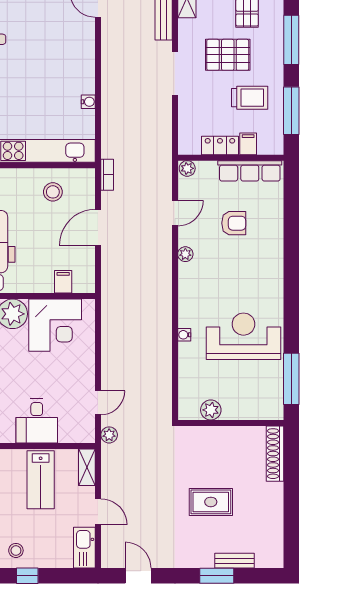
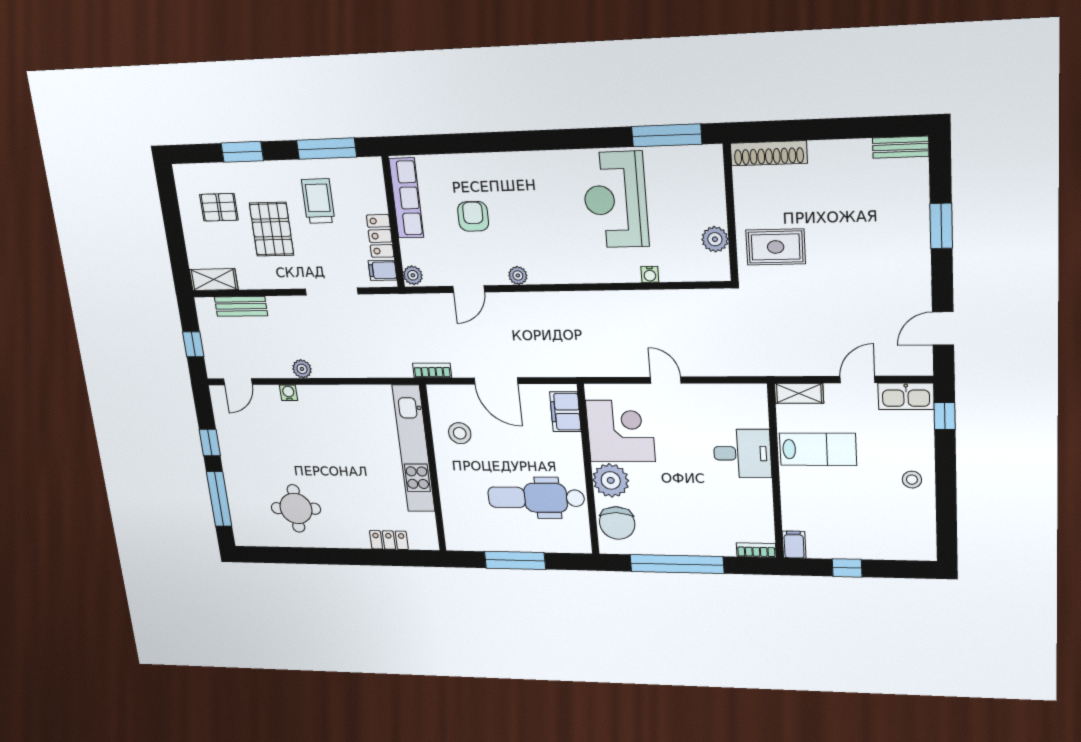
window: (291, 40) -> (242, 152), width x0.69
doorway: (175, 74) -> (332, 291), moved
water cooler: (88, 102) -> (288, 393), moved
filing cabinet: (248, 144) -> (383, 270), moved
door: (175, 213) -> (469, 289), swing flipped
filing cabinet: (63, 282) -> (565, 412), width x2.00
water cooler: (184, 335) -> (650, 274), moved
door: (98, 403) -> (666, 380), moved
plant: (109, 435) -> (302, 369), moved
rug: (211, 502) -> (776, 247), moved, turned 90
bench: (234, 561) -> (901, 147), moved, turned 90
window: (27, 576) -> (945, 416), moved

